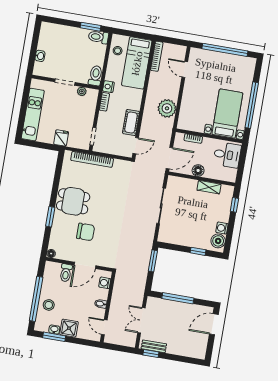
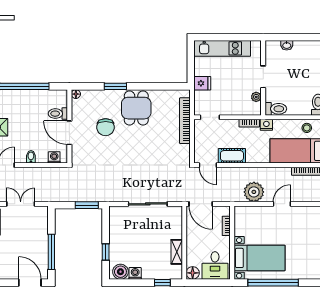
door: (185, 69) -> (282, 204), moved
floor lamp: (198, 170) -> (193, 273), moved
window: (178, 298) -> (51, 252), moved
stool: (49, 305) -> (20, 101), removed

